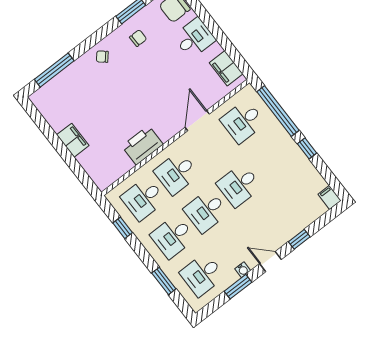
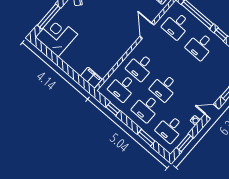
corner desk: (60, 101) -> (56, 36), added
filing cabinet: (73, 140) -> (91, 78), moved
printer: (142, 145) -> (115, 53), removed
desk: (239, 185) -> (200, 46), moved
window: (238, 287) -> (185, 143), moved

